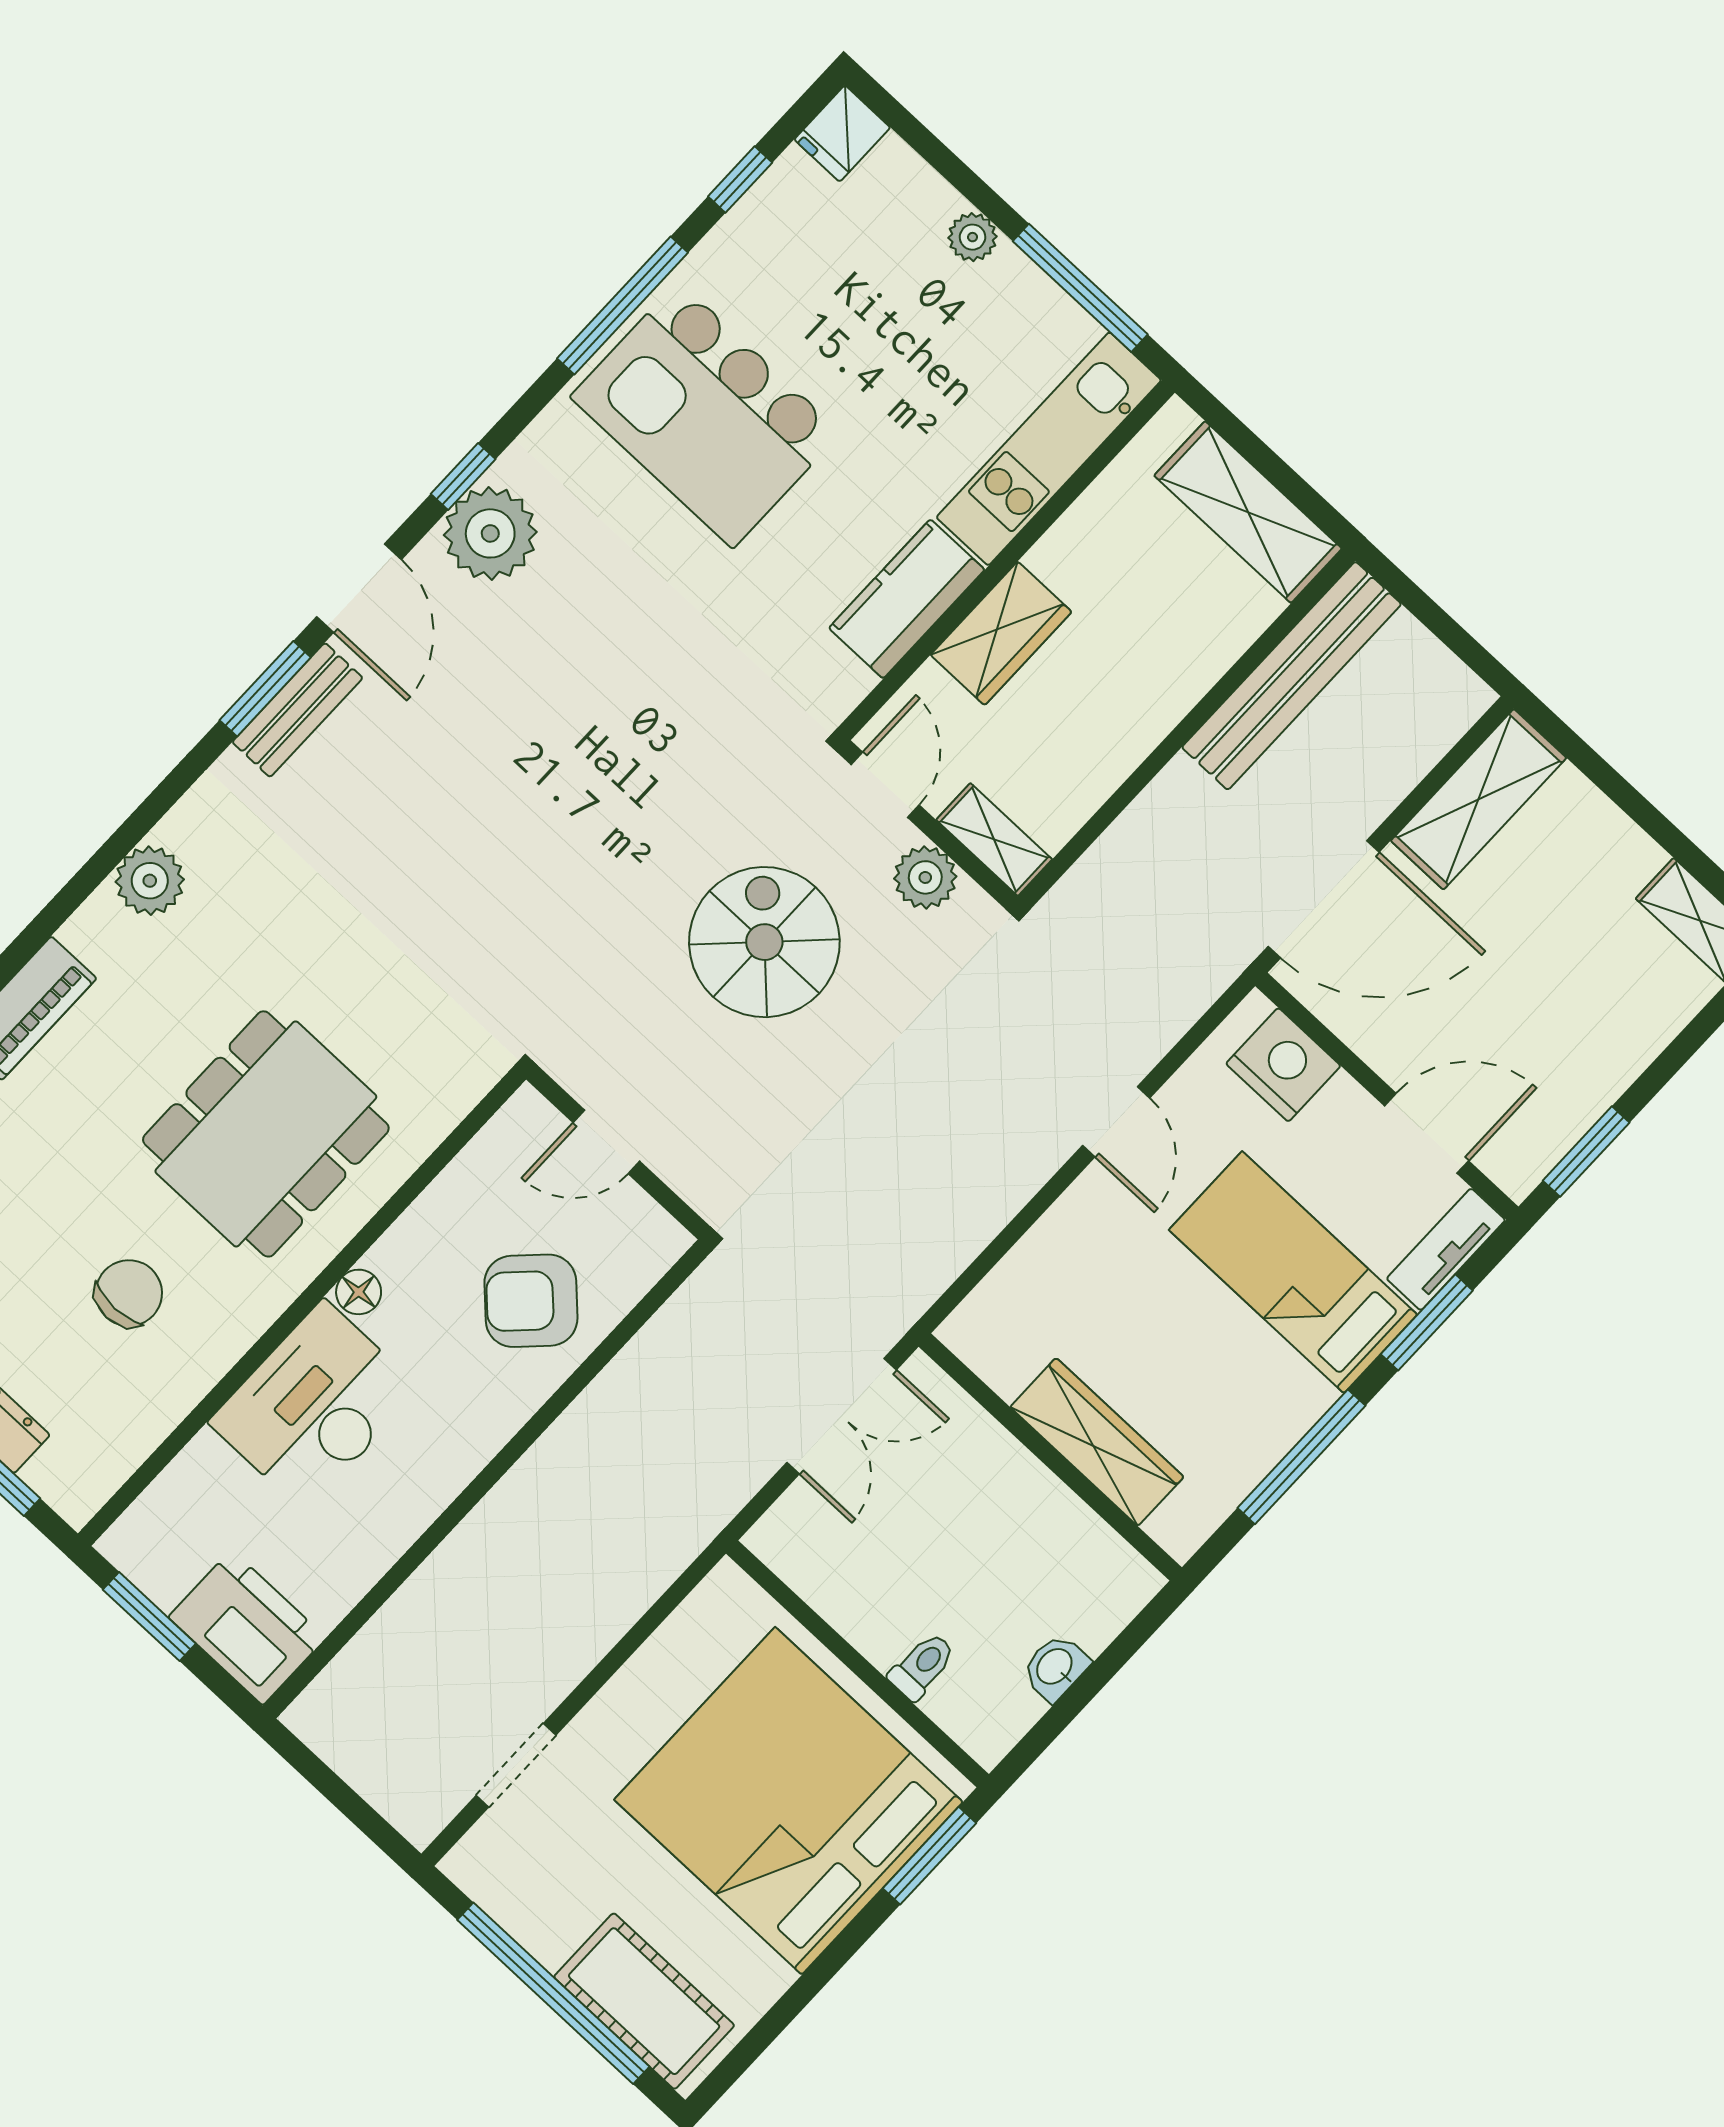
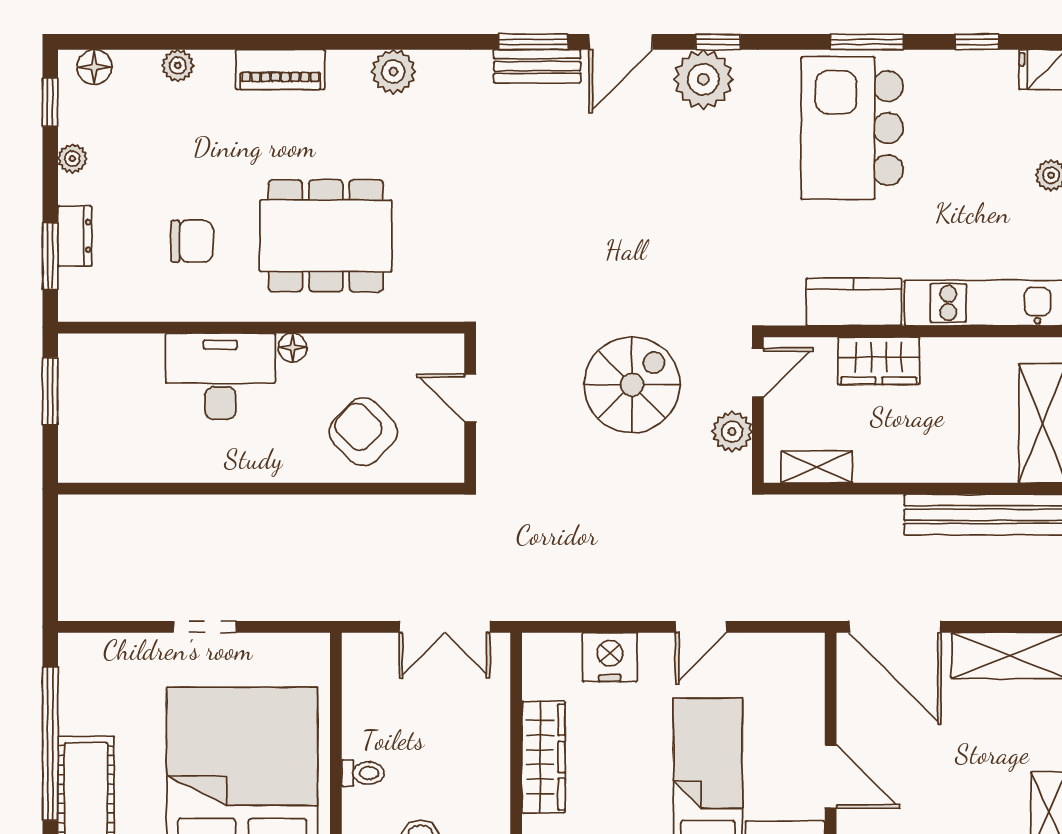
window: (623, 305) -> (867, 42), width x0.69
shelving: (994, 840) -> (817, 467), moved, turned 90
nightstand: (1283, 1065) -> (610, 657), moved, turned -90
printer: (247, 1627) -> (88, 441), removed
doorway: (516, 1765) -> (205, 627), moved

